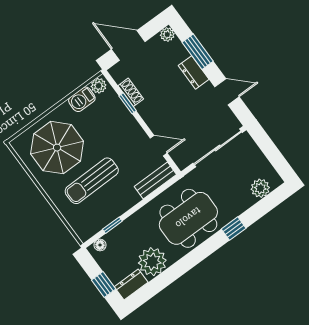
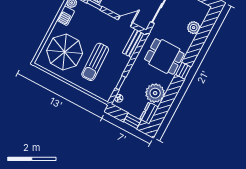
plant: (260, 188) -> (194, 28), moved
dining table: (188, 218) -> (164, 56), width x0.73
window: (234, 229) -> (183, 71), moved

